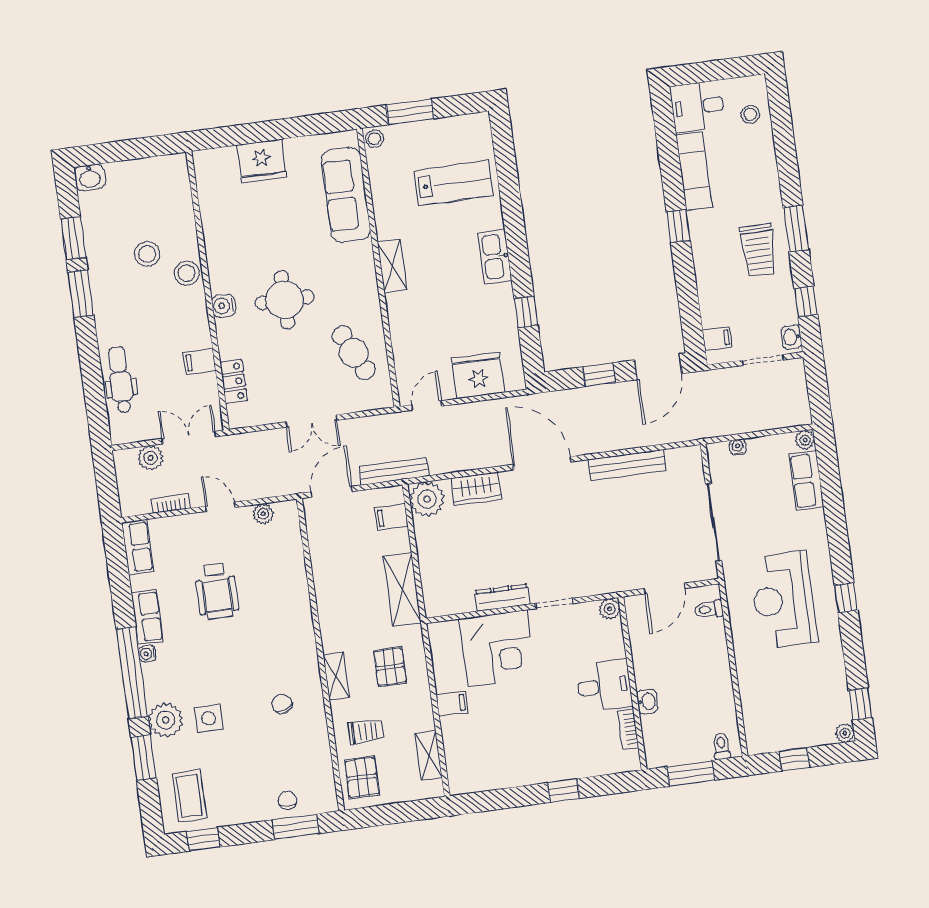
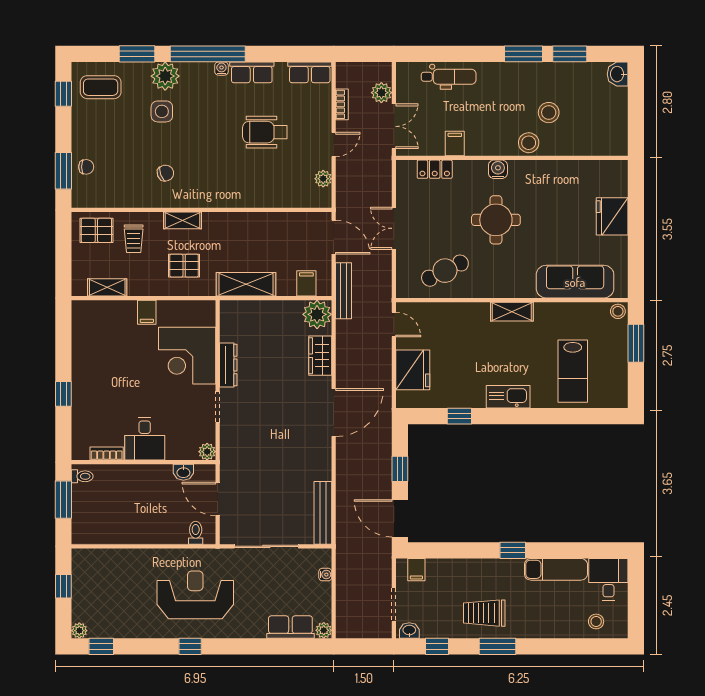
bench: (627, 465) -> (323, 513), moved
washbasin: (647, 701) -> (183, 472), moved
toilet: (721, 746) -> (82, 476), moved

